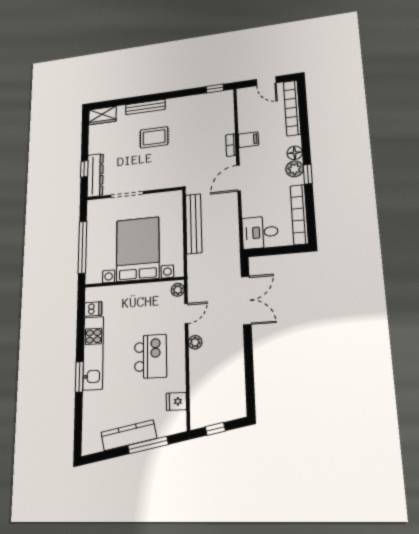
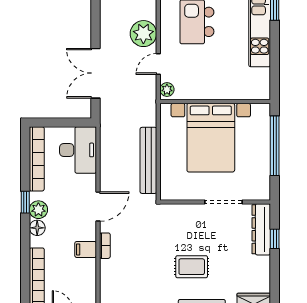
desk: (260, 232) -> (78, 150), width x1.37
dishwasher: (93, 309) -> (261, 76), removed
plant: (195, 342) -> (143, 34), width x1.87, depth x1.87

